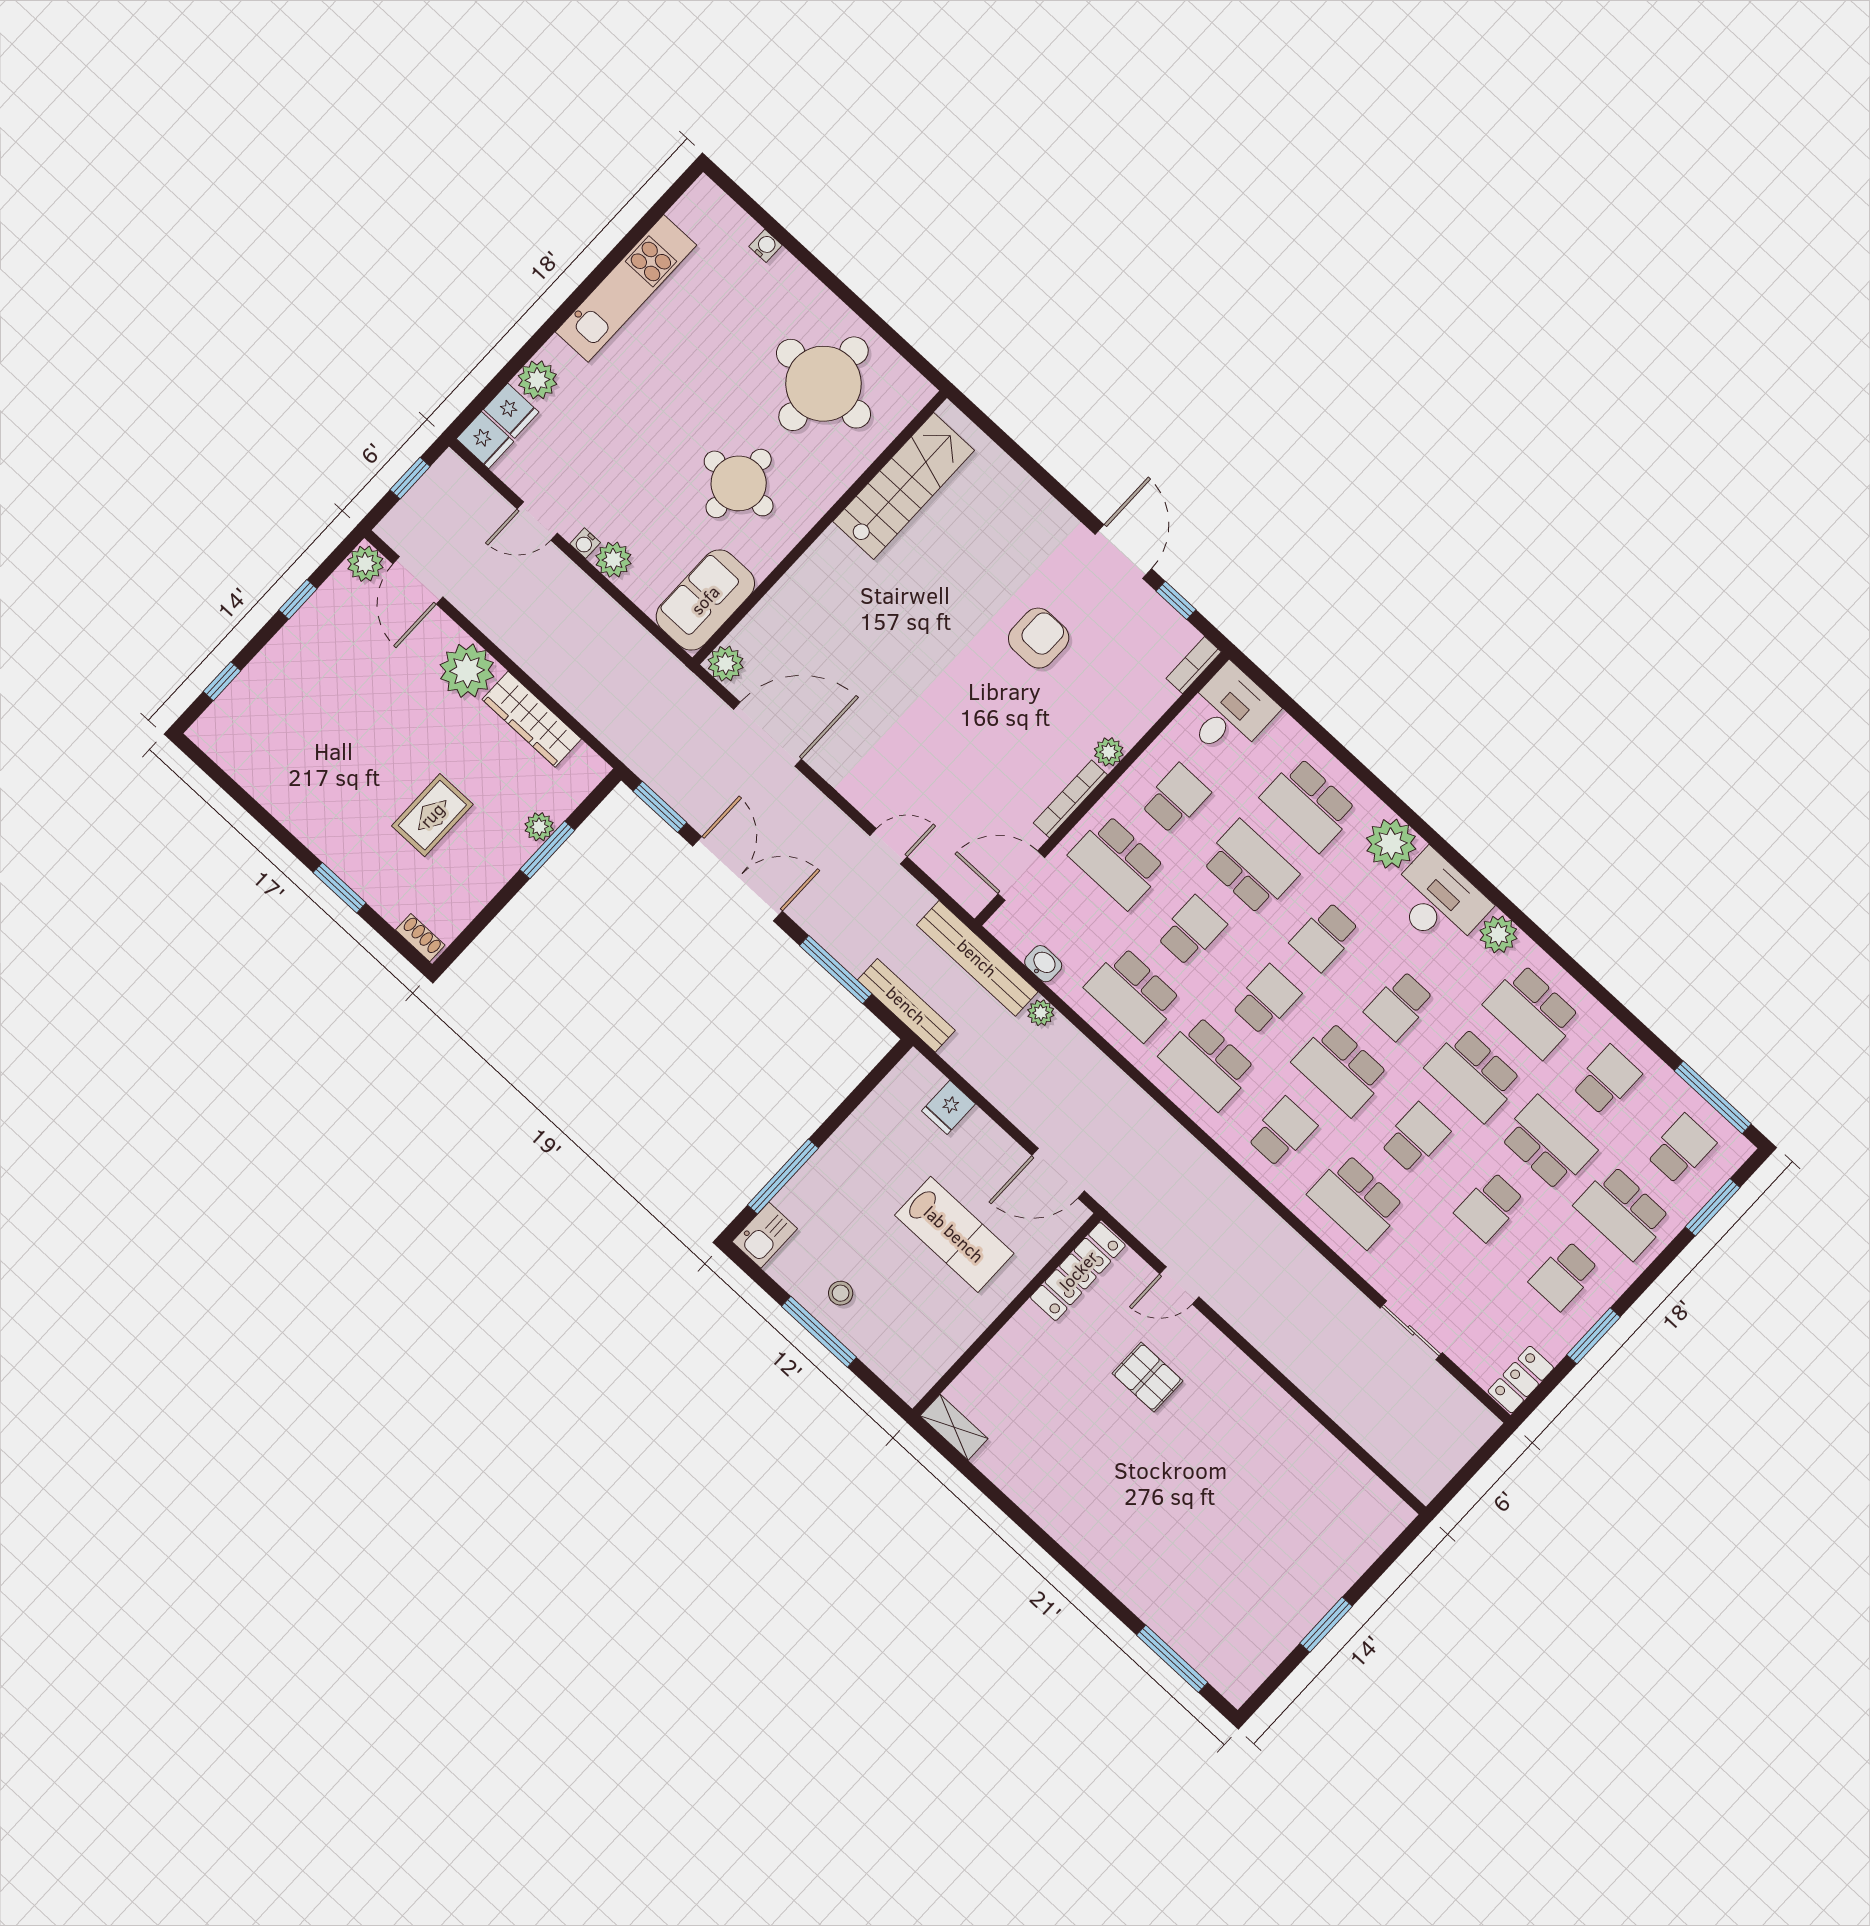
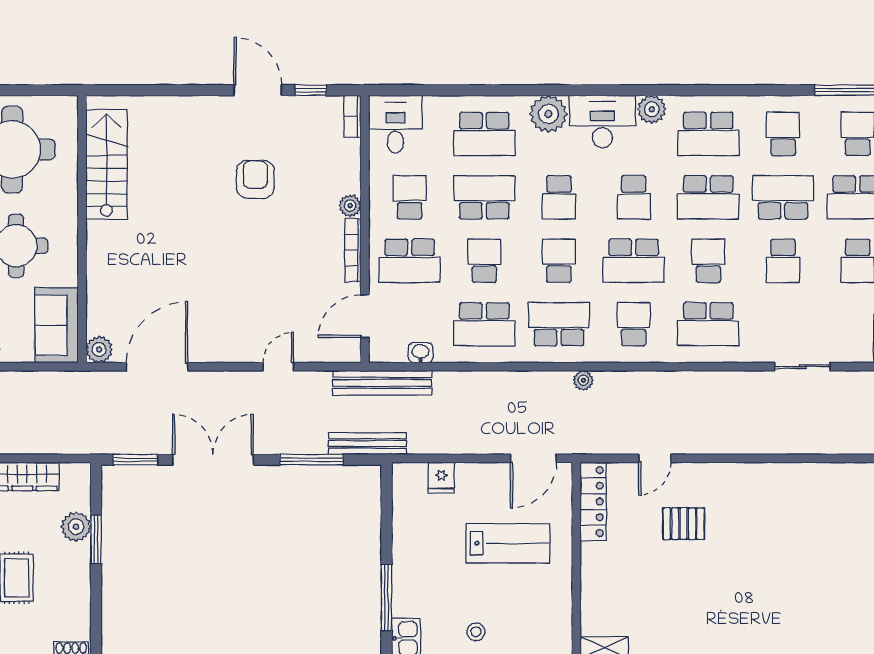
plant: (539, 827) -> (76, 527), width x1.38, depth x1.38
plant: (1041, 1013) -> (583, 380), moved
school desk: (1208, 1063) -> (559, 324), turned 180

